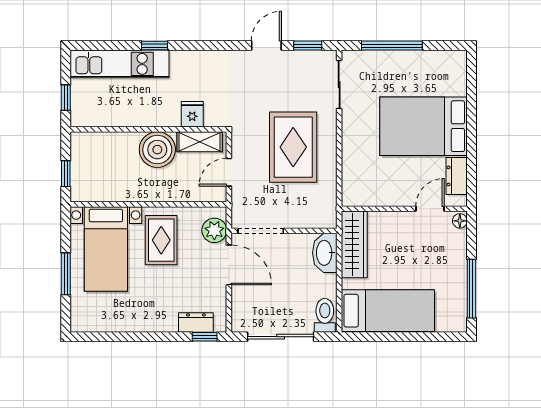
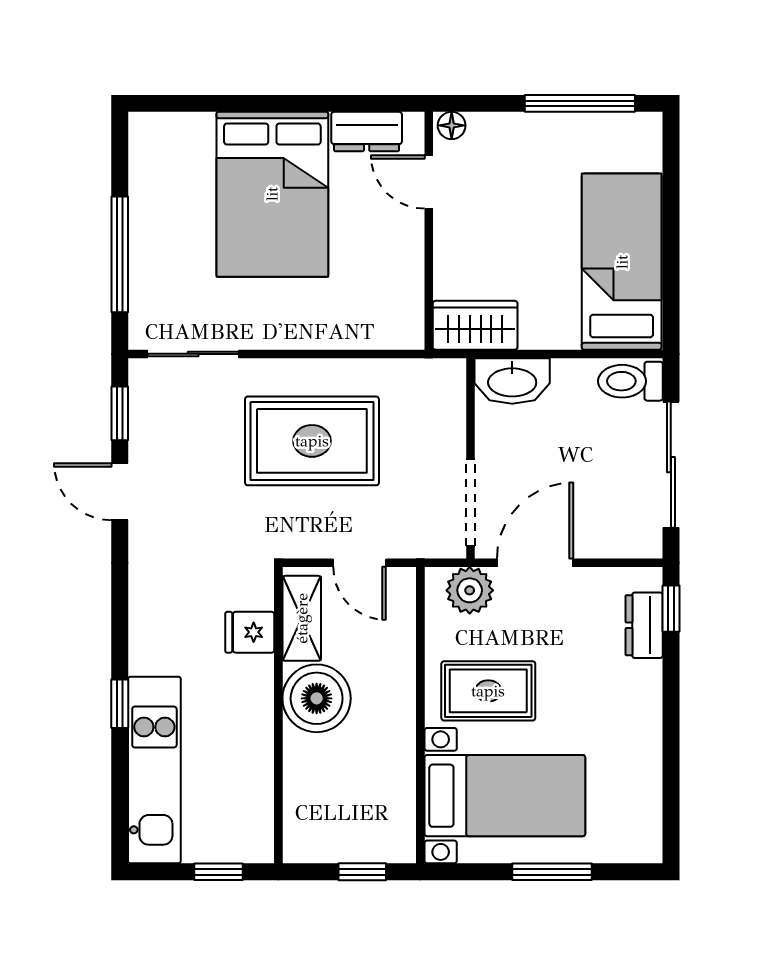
wardrobe: (354, 244) -> (475, 325), width x0.67

